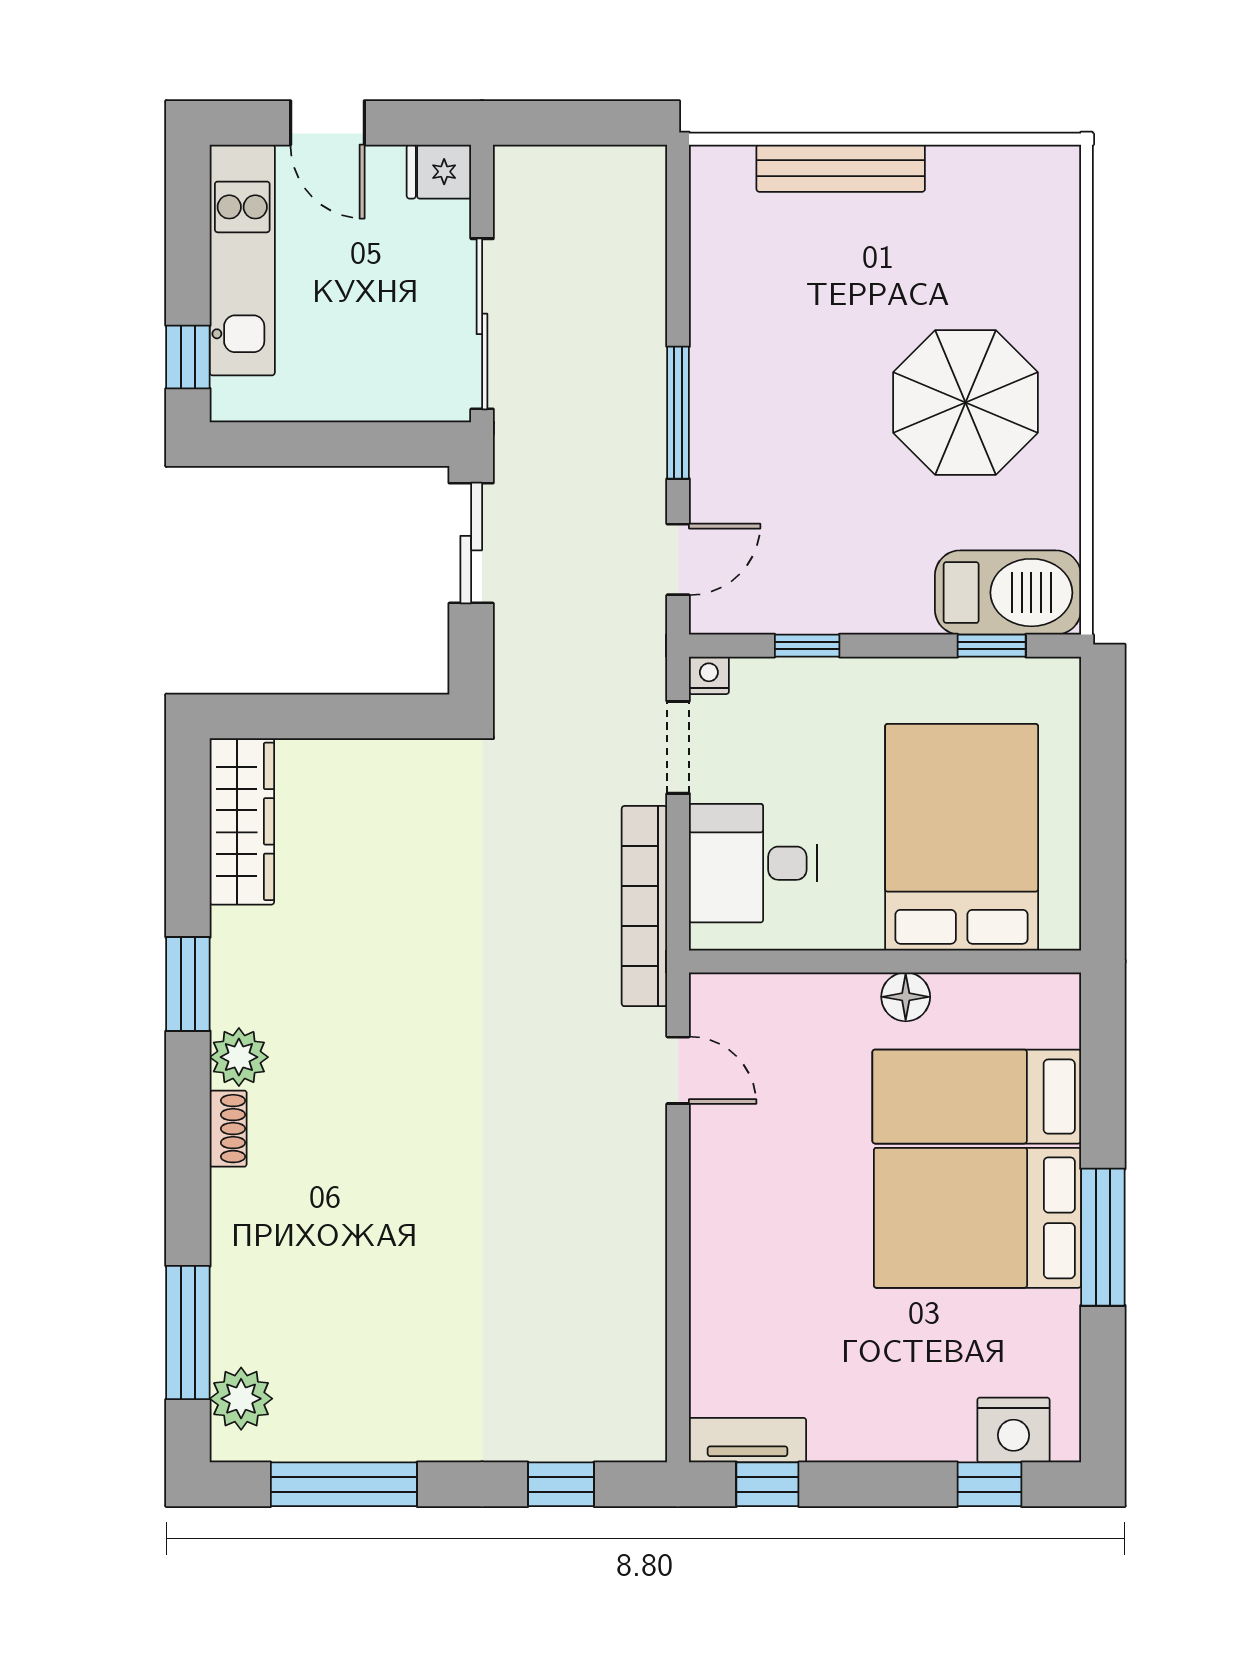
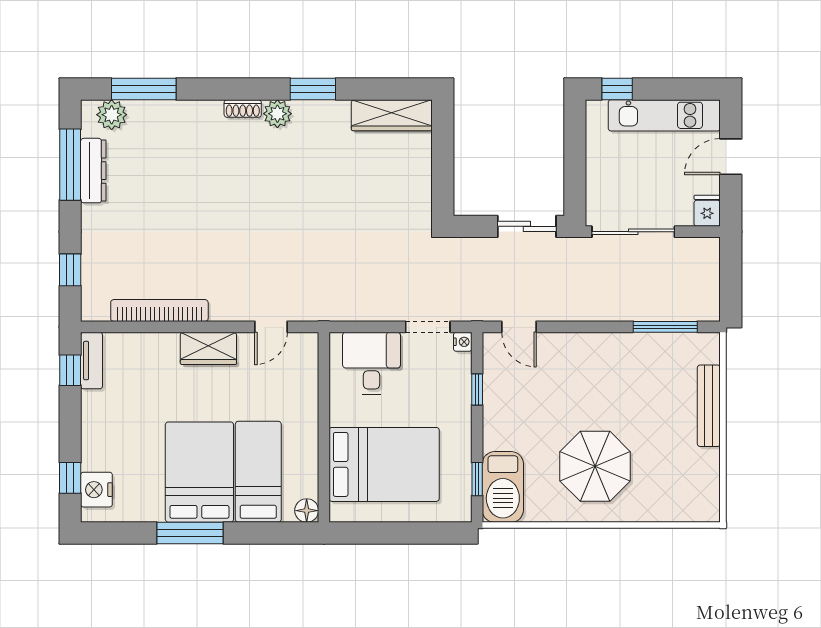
window: (678, 413) -> (665, 327), moved
bookcase: (644, 906) -> (159, 311), moved
floor lamp: (906, 997) -> (307, 511), moved
wardrobe: (722, 1199) -> (208, 348), added
dresser: (356, 1436) -> (93, 171), added

